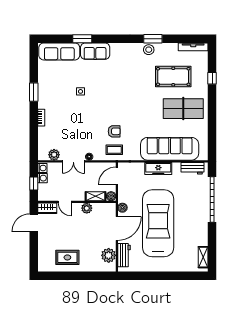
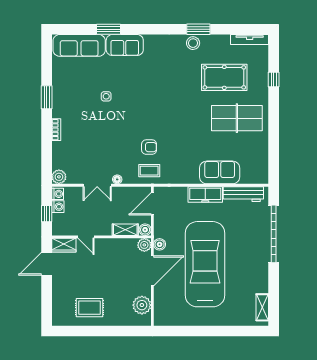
sofa: (170, 149) -> (220, 172), width x0.54, depth x0.79
plant: (54, 155) -> (59, 177), moved
workbench: (193, 168) -> (243, 194), width x1.37
plant: (87, 208) -> (144, 245), moved
workbench: (124, 255) -> (161, 305), removed

